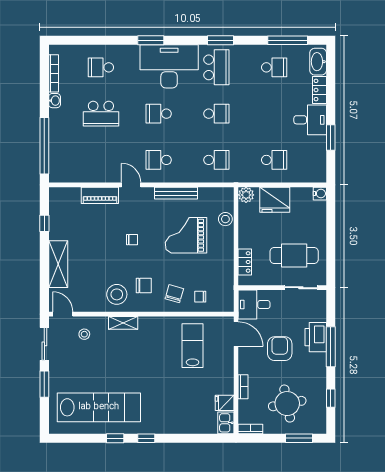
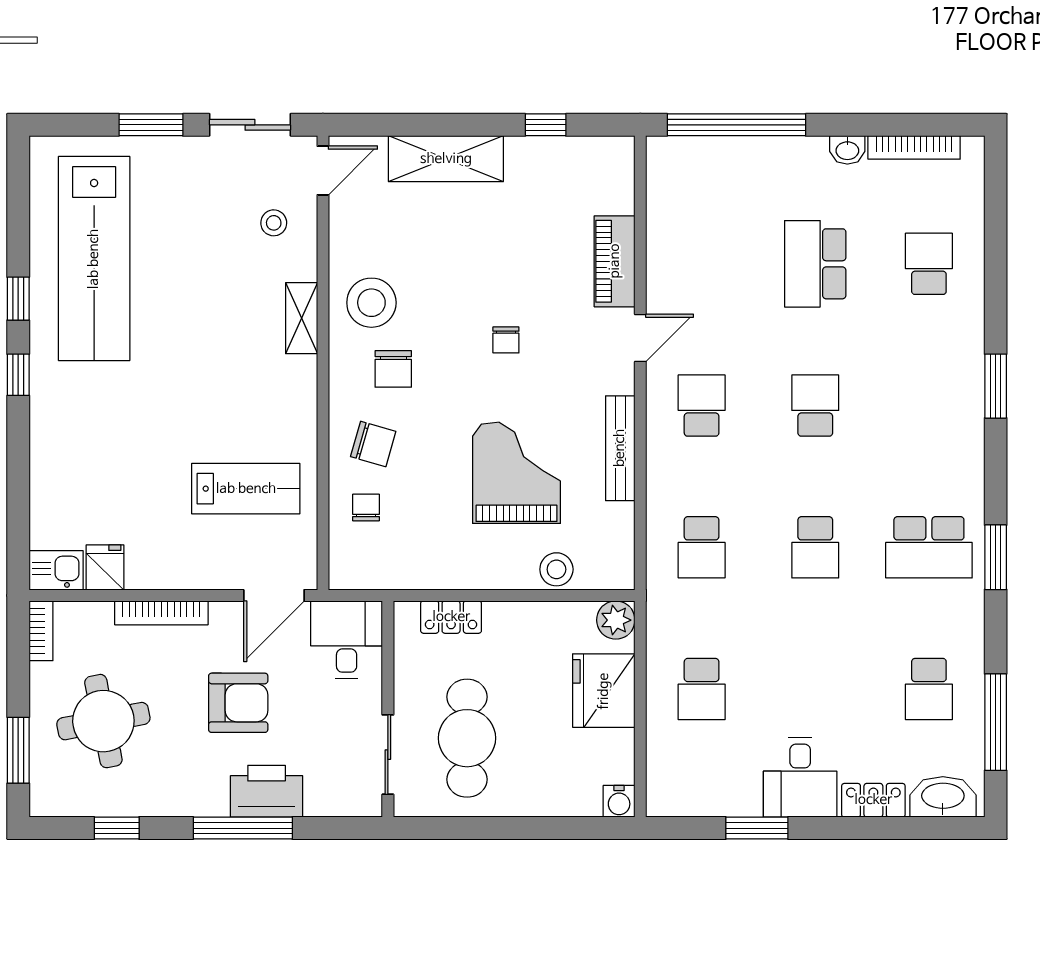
desk: (169, 66) -> (931, 431), removed
bookcase: (243, 387) -> (161, 613), width x1.56

